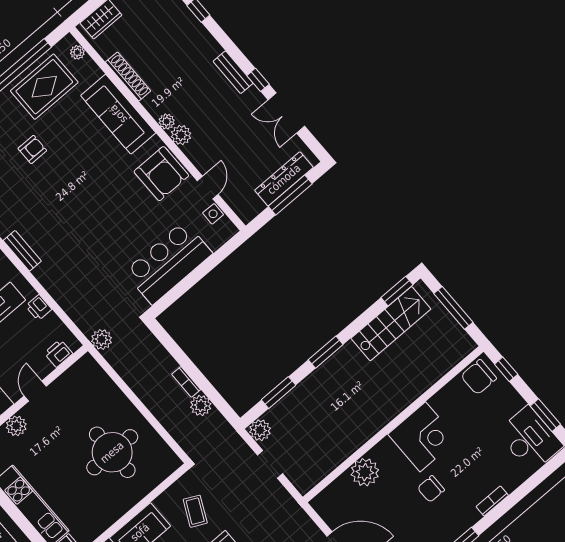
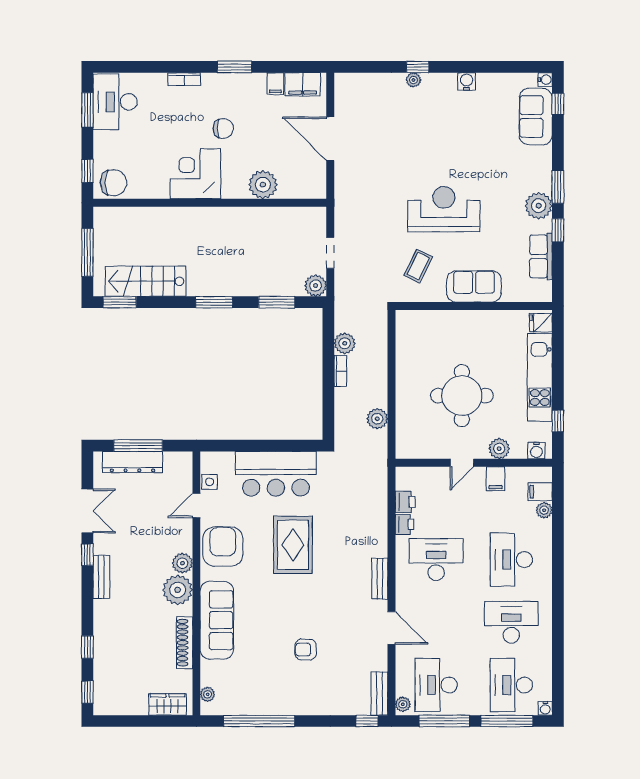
rug: (44, 87) -> (293, 545), moved, turned 90
plant: (167, 122) -> (178, 590), width x1.87, depth x1.87
plant: (102, 339) -> (377, 419), moved
printer: (58, 353) -> (405, 502), moved, turned -90
round table: (112, 452) -> (462, 396), moved

